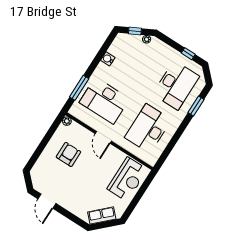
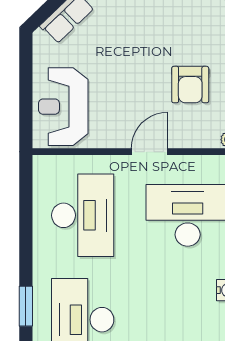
door: (103, 137) -> (149, 152), hinge flipped

